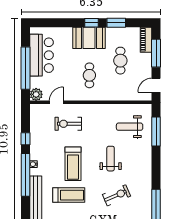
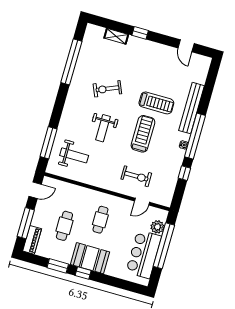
plant: (36, 94) -> (157, 227), moved
treadmill: (69, 195) -> (156, 103), turned 180

